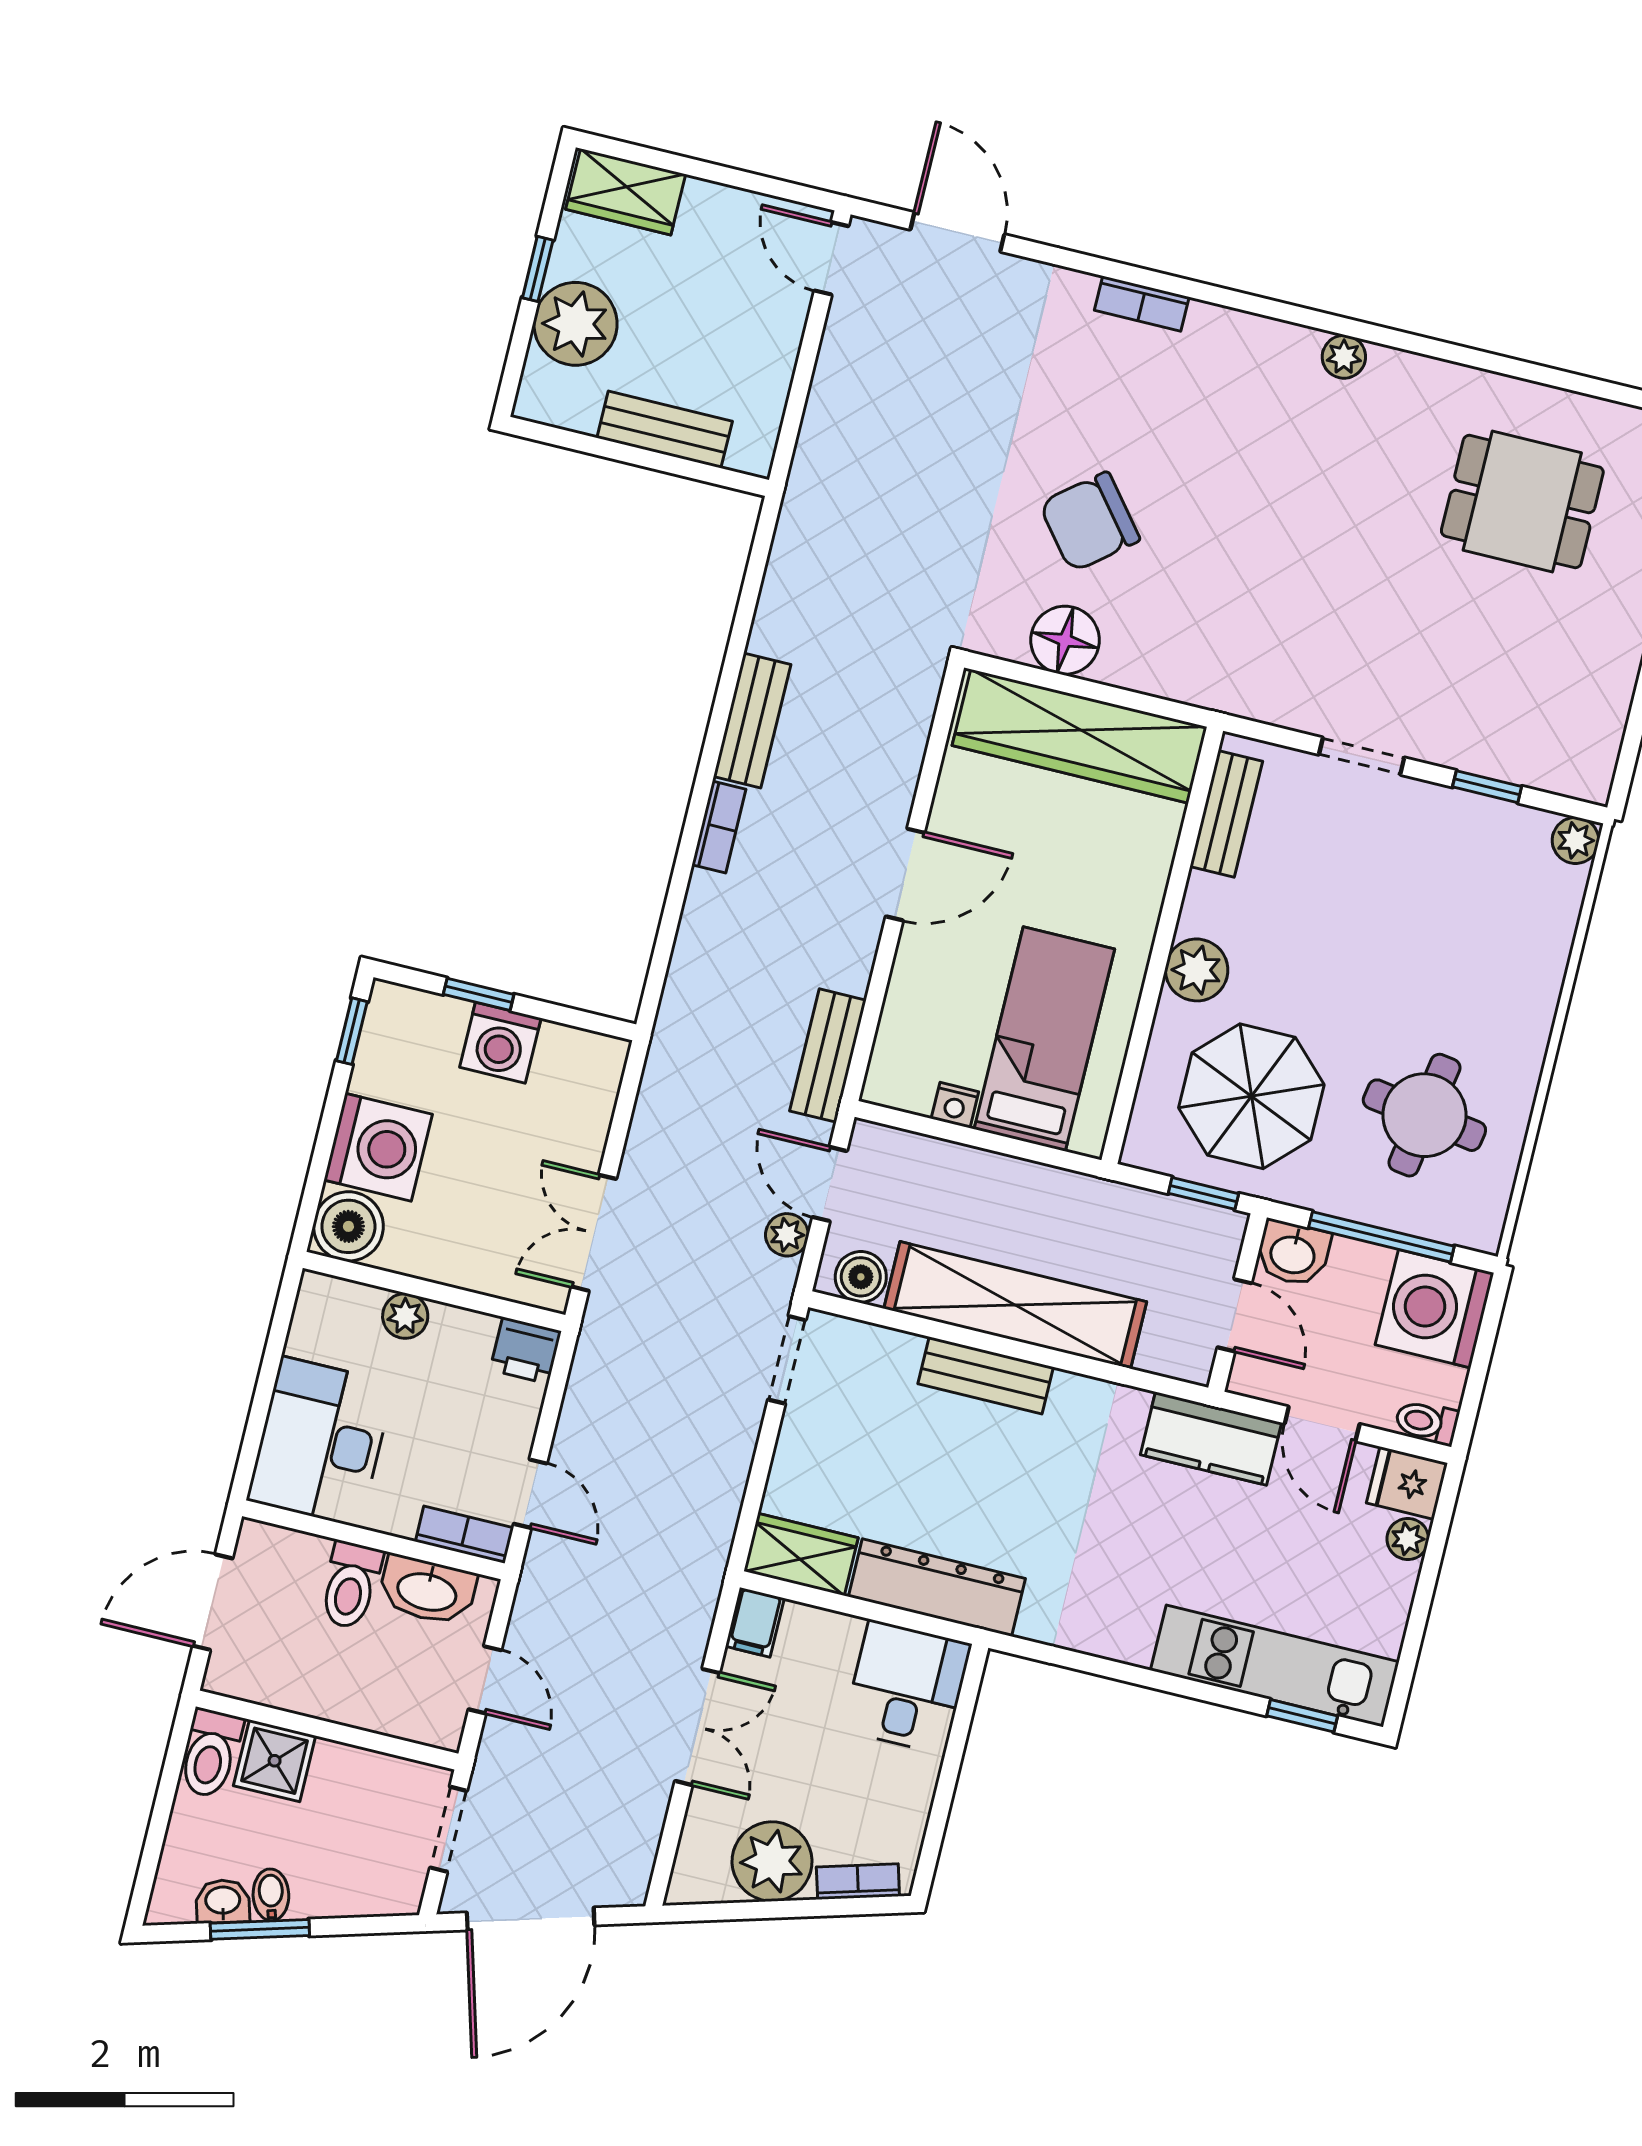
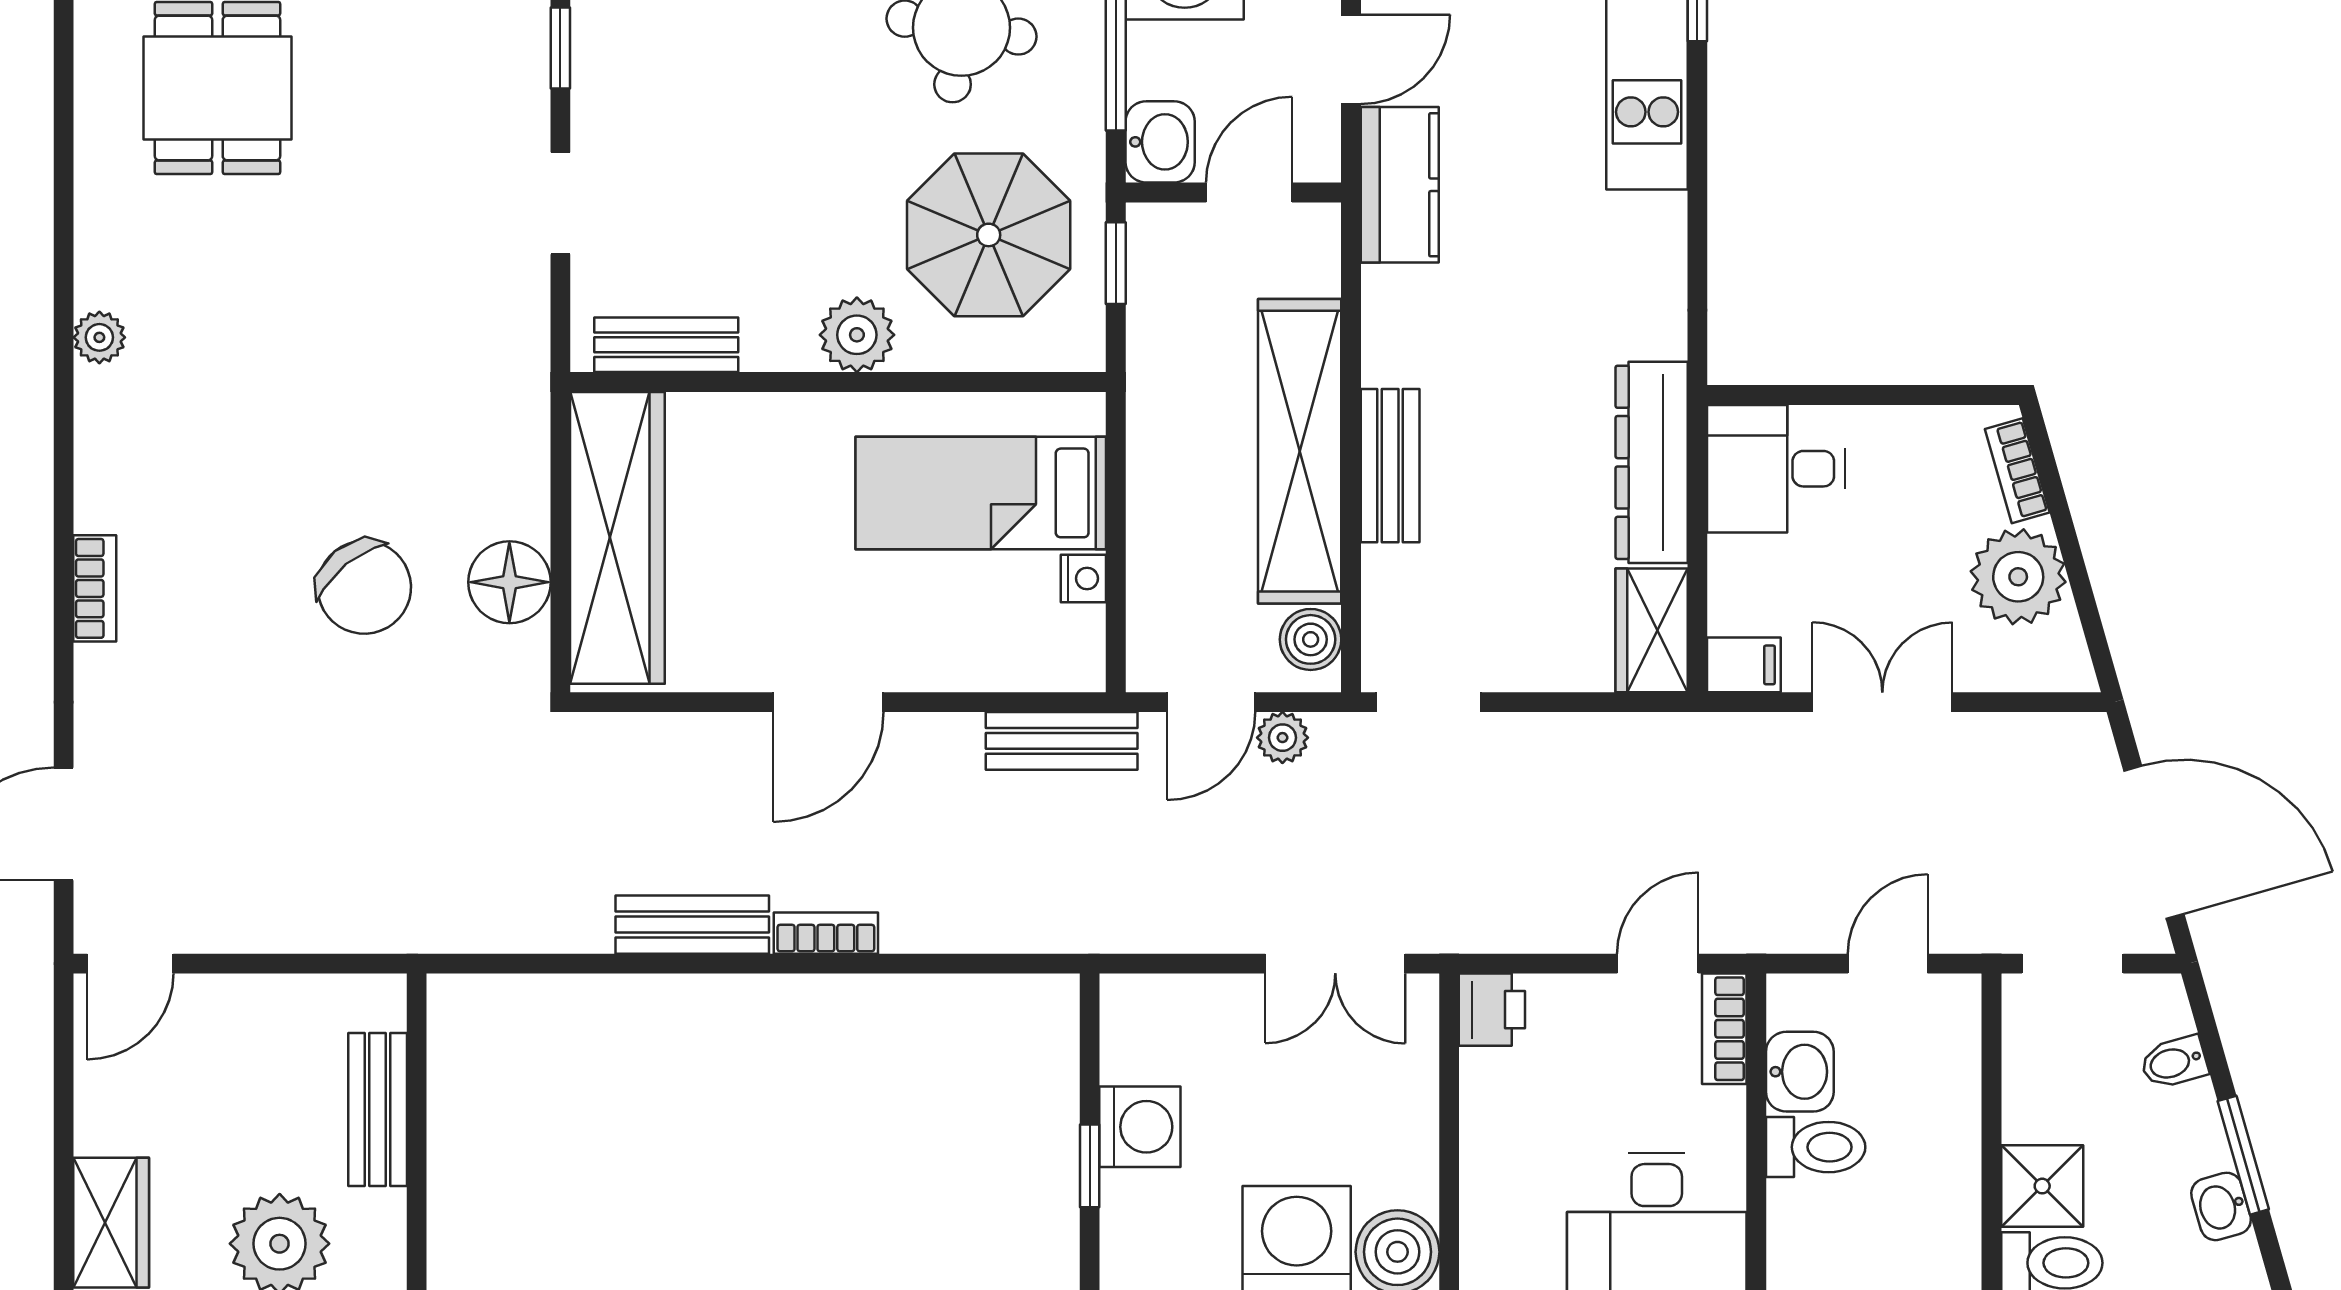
door: (905, 875) -> (828, 702), swing flipped
plant: (405, 1316) -> (1486, 1160), removed
washbasin: (427, 1590) -> (1800, 1072), width x0.72
bidet: (271, 1895) -> (2174, 1062), moved

